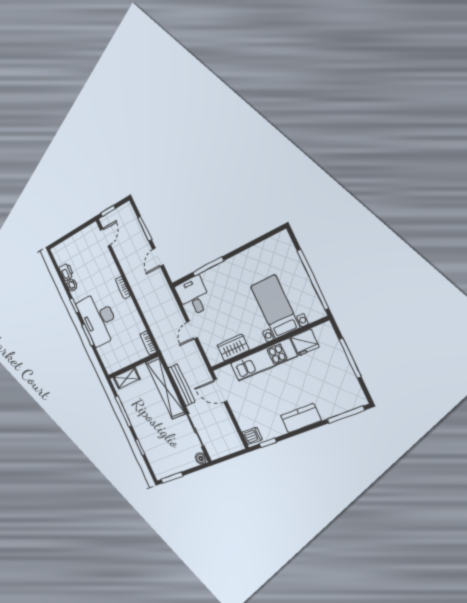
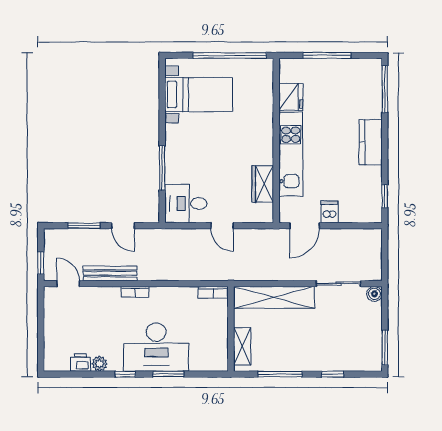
bed with nightstands: (275, 307) -> (199, 94), moved, turned 180
bench: (182, 385) -> (110, 273), moved
dishwasher: (252, 436) -> (330, 212), moved

